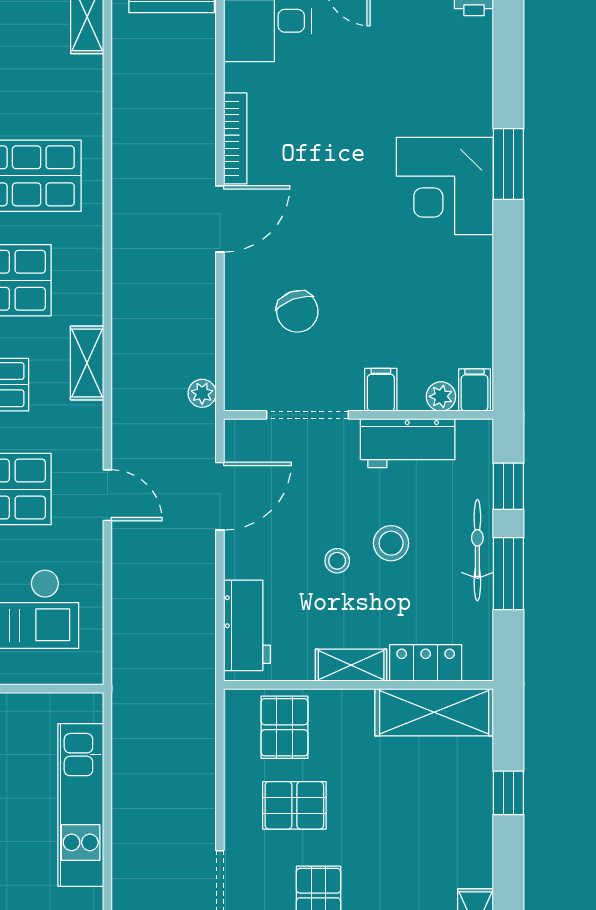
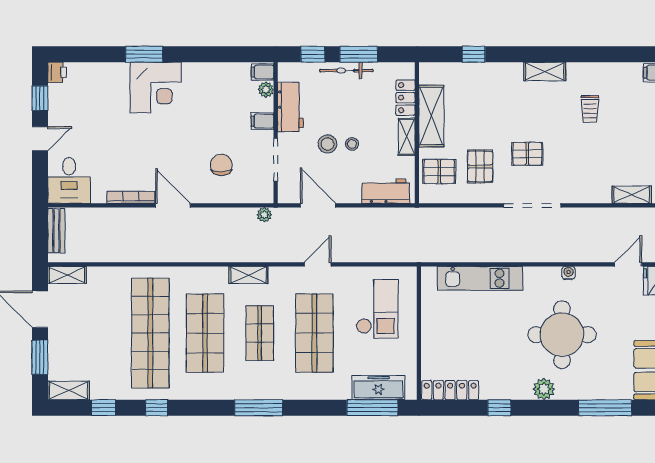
chair: (297, 311) -> (221, 165), turned -70
stool: (391, 543) -> (328, 144), moved
shelving: (434, 712) -> (431, 116), moved

